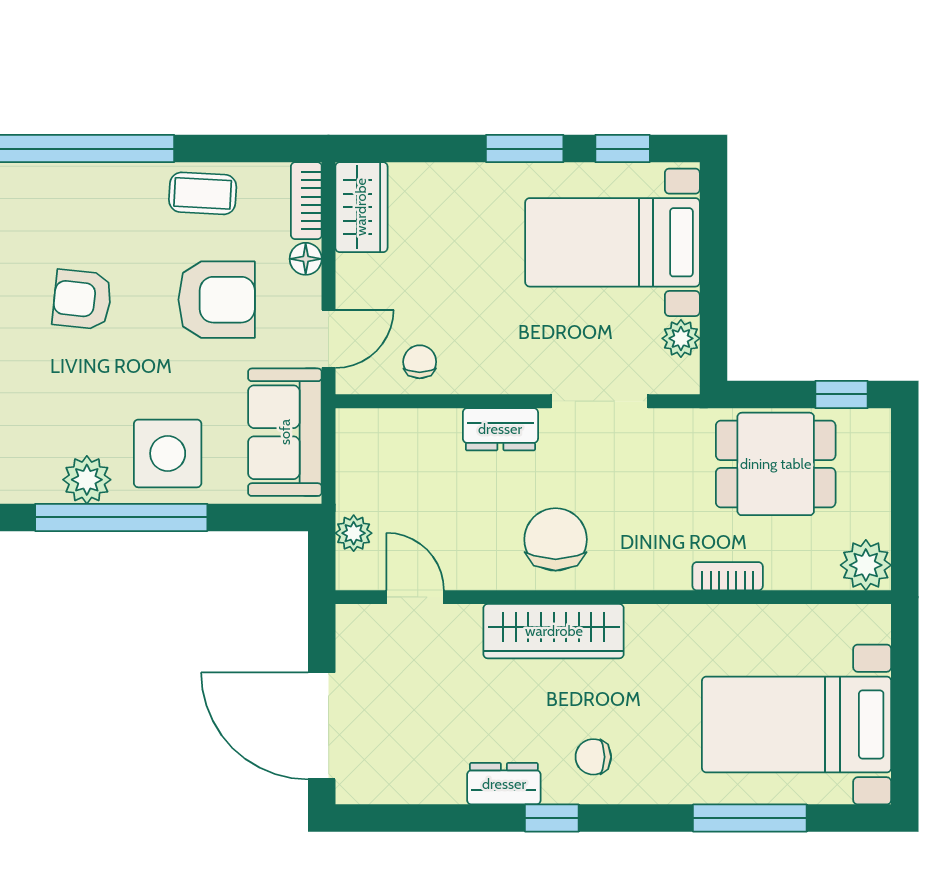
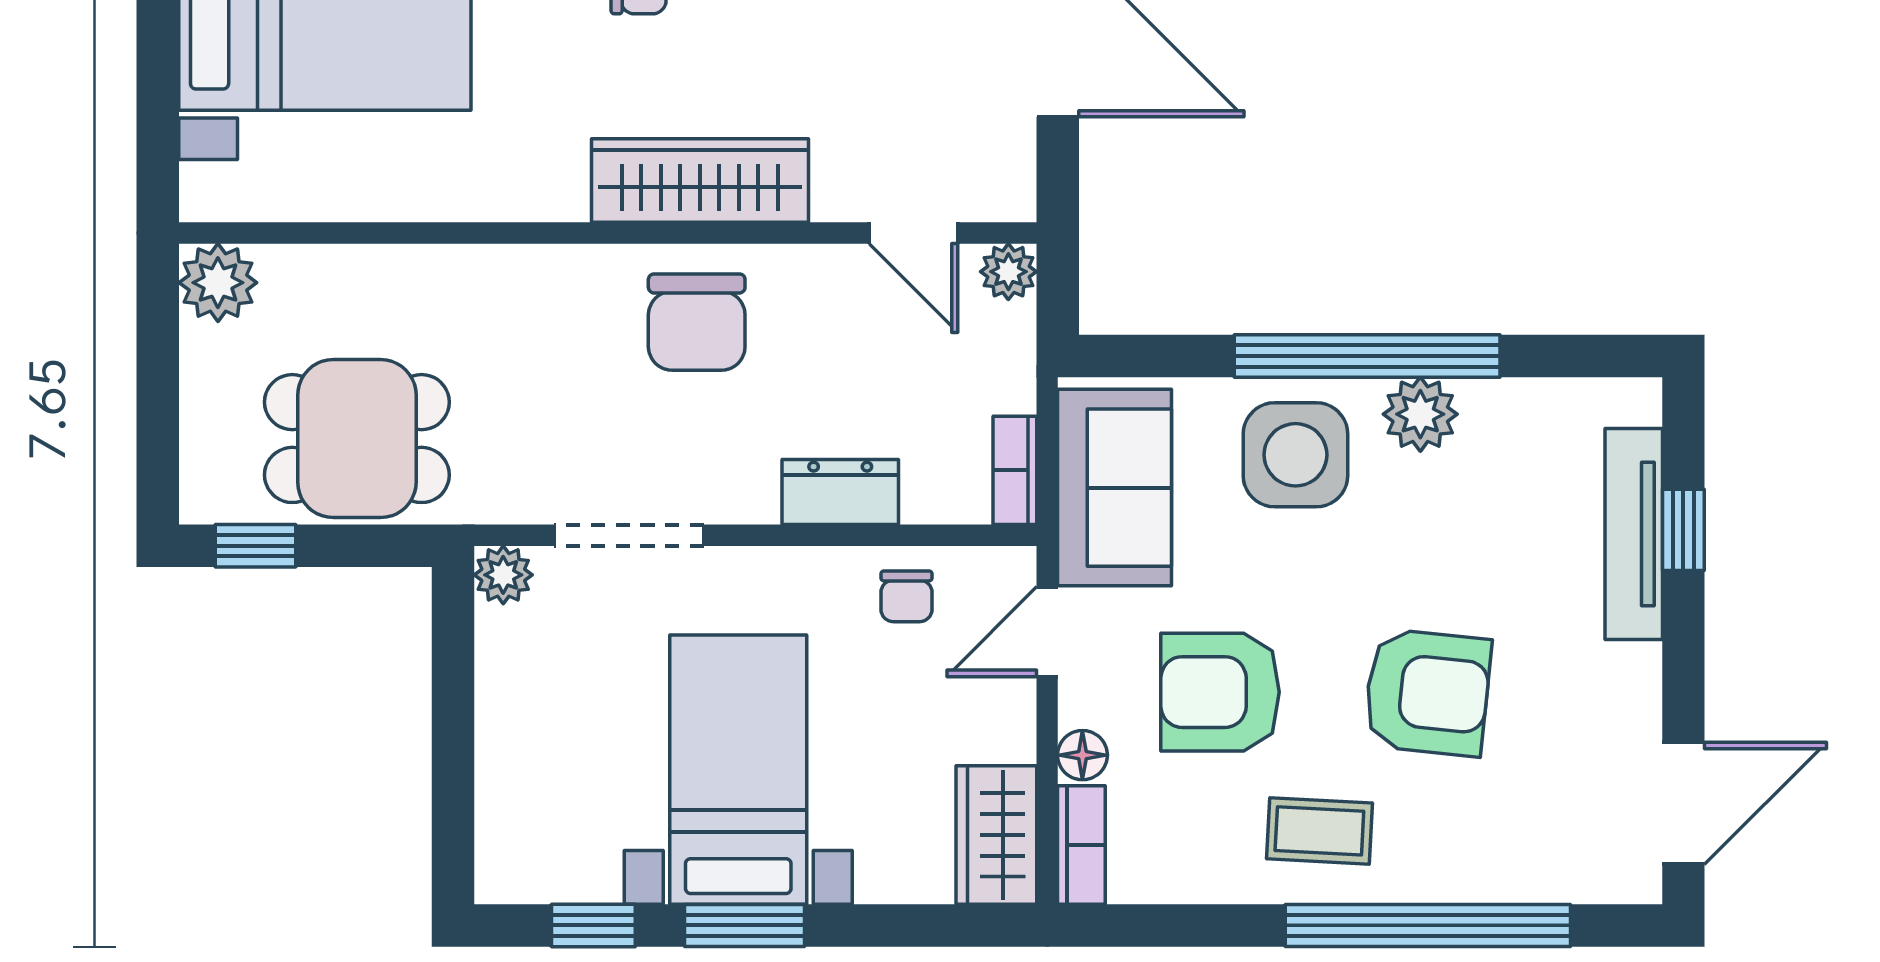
coffee table: (203, 193) -> (1319, 831), moved
bed with nightstands: (613, 242) -> (738, 770), moved, turned -90
armchair: (82, 299) -> (1427, 692), width x1.38, depth x1.38
plant: (681, 338) -> (503, 575), moved
dresser: (500, 429) -> (840, 492), moved
plant: (354, 533) -> (1008, 272), moved
bookcase: (728, 576) -> (1015, 470), moved, turned 90

